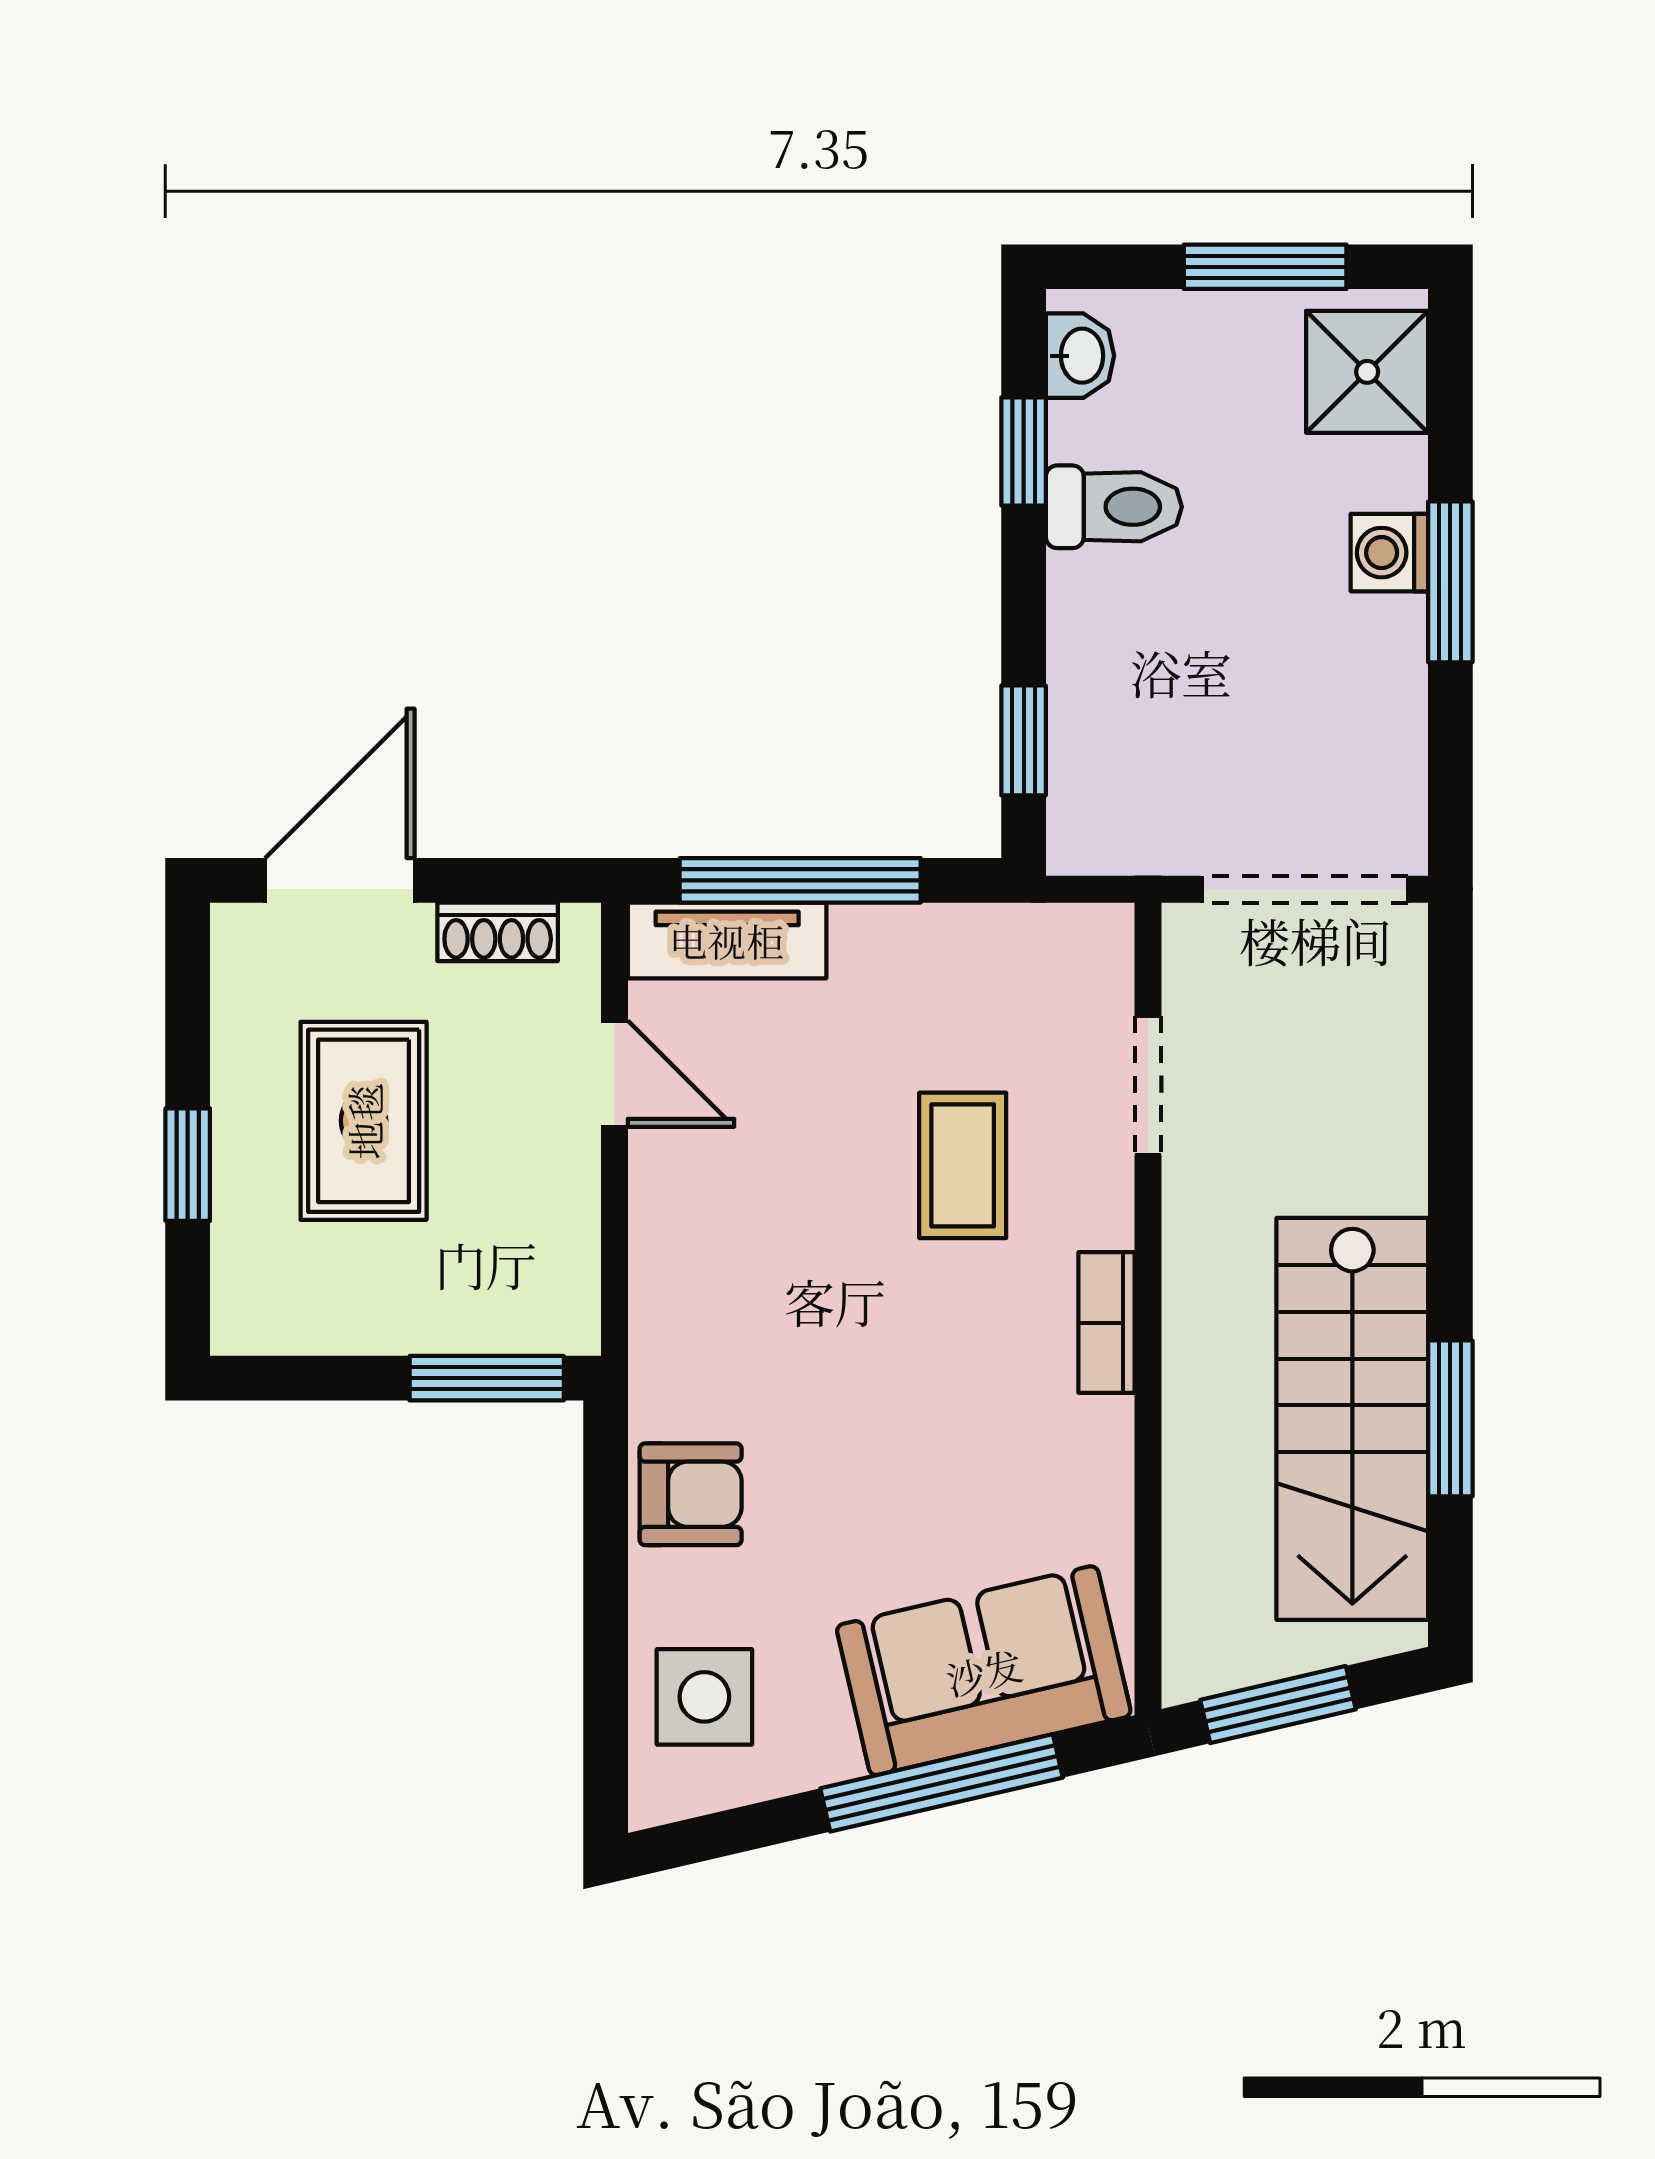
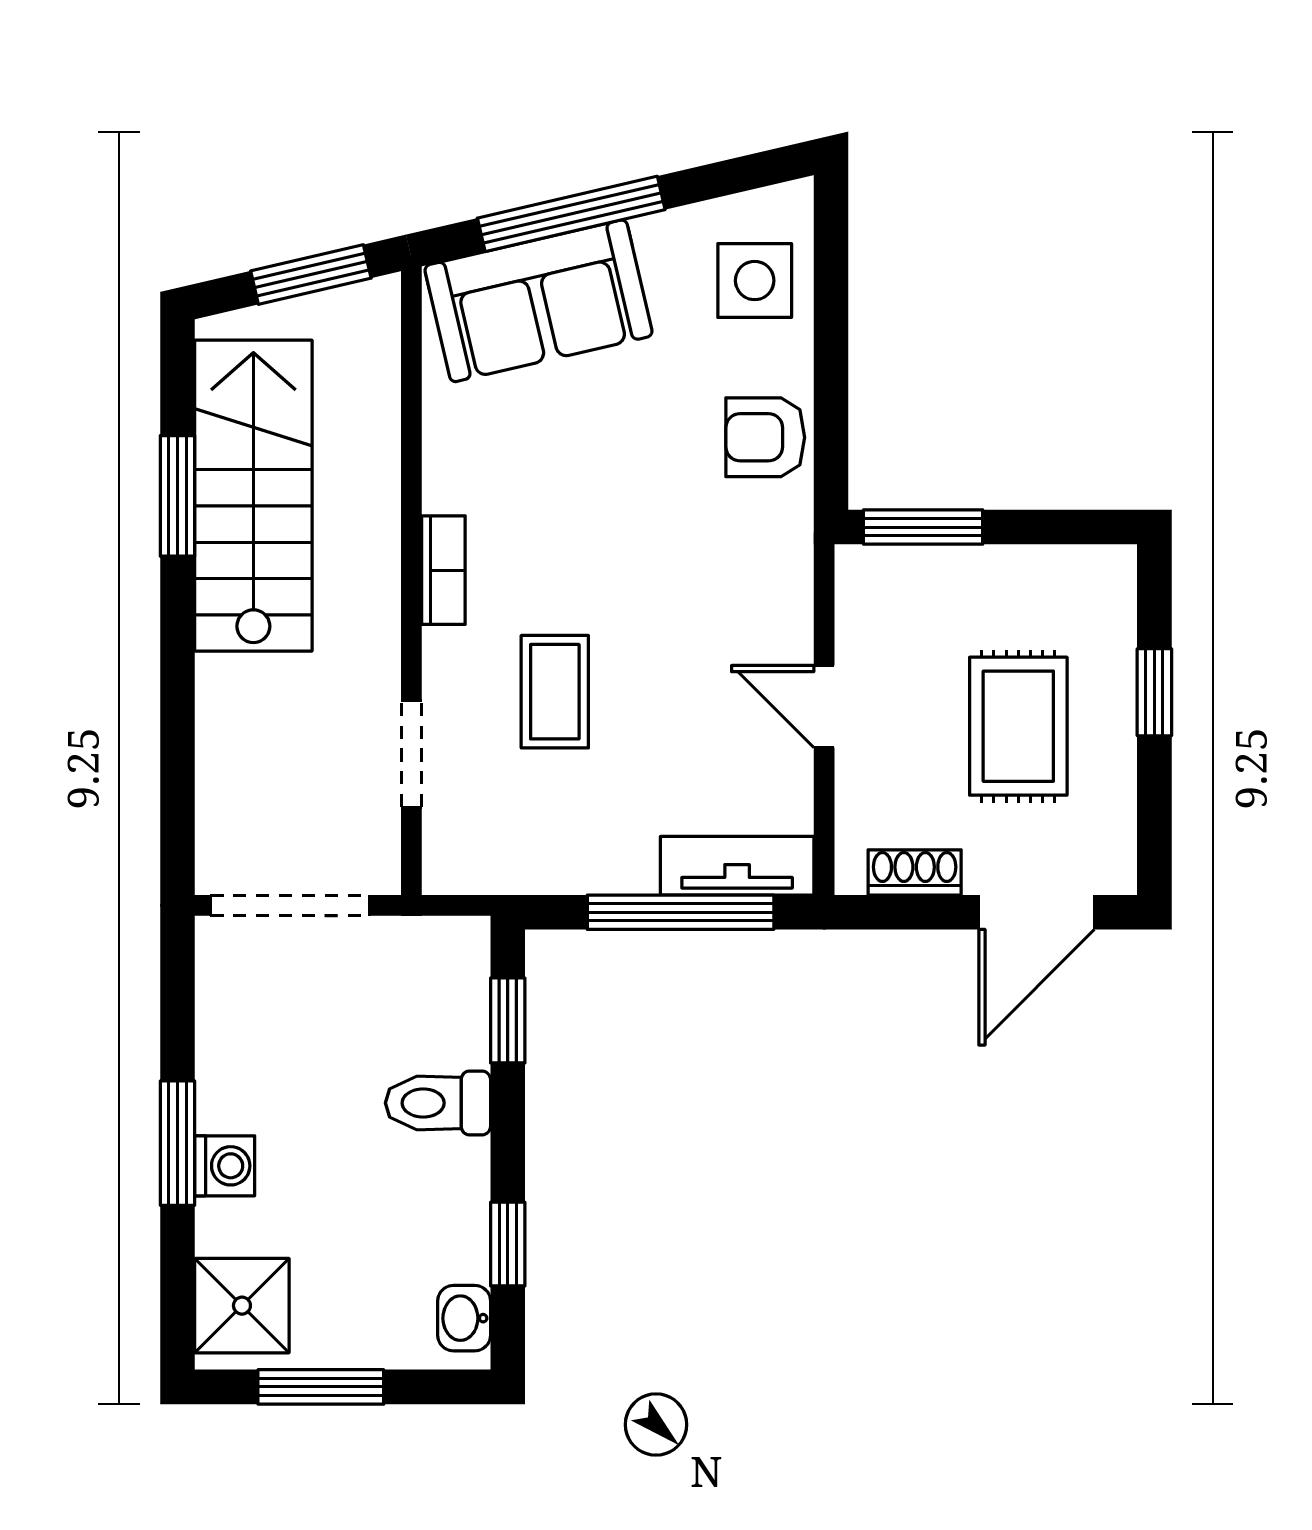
toilet: (1114, 507) -> (438, 1103), moved
door: (615, 1074) -> (824, 707), moved

